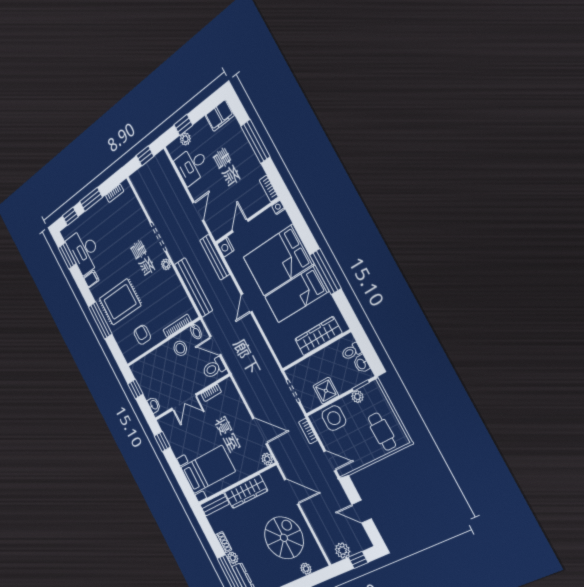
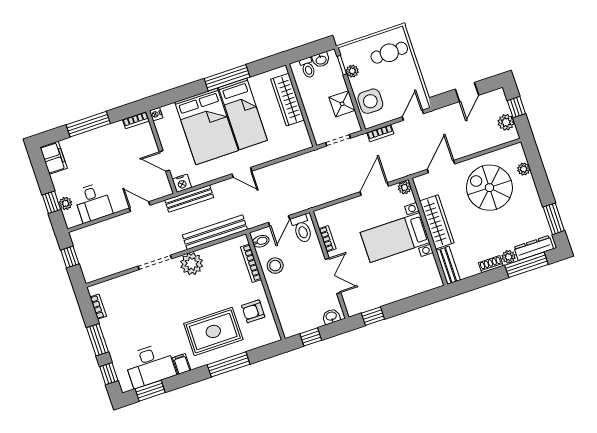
plant: (166, 264) -> (192, 264), width x1.87, depth x1.87
rug: (120, 302) -> (213, 331), turned 90
bed with nightstands: (208, 469) -> (395, 237), moved, turned -90

